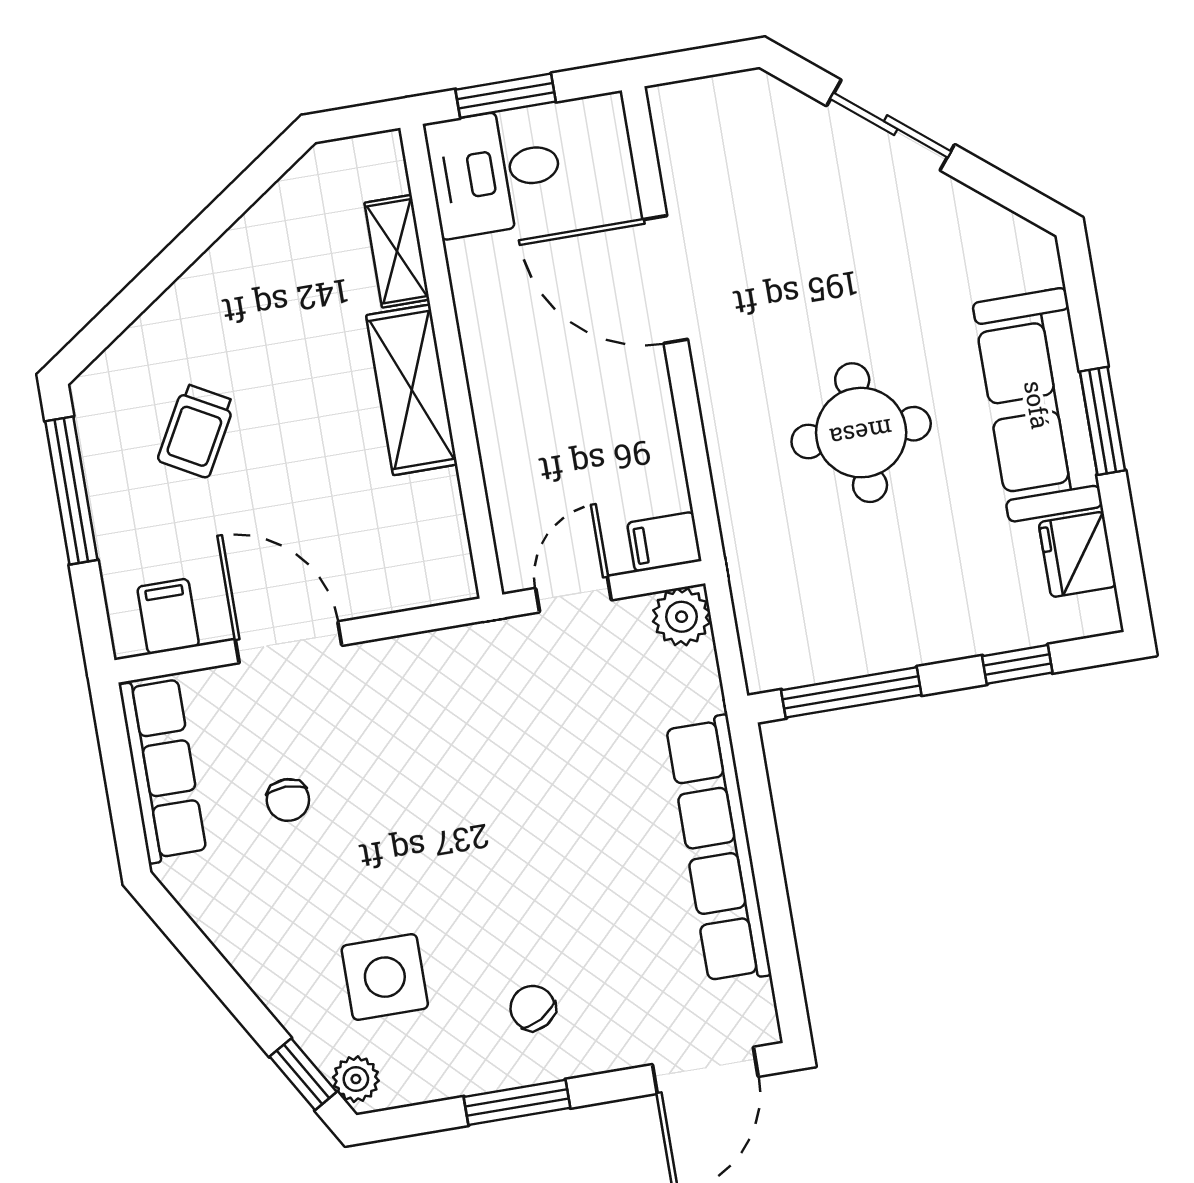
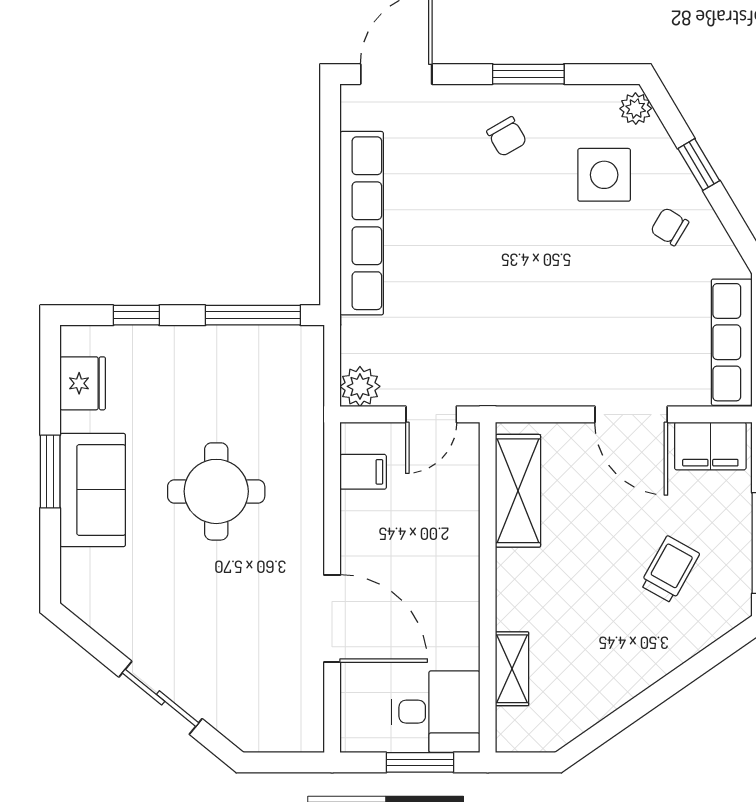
shelving: (412, 390) -> (518, 491), moved
sofa: (1037, 405) -> (93, 490), width x0.73
filing cabinet: (664, 542) -> (363, 472), moved
filing cabinet: (168, 616) -> (710, 446), width x2.00
chair: (288, 800) -> (670, 227), moved, turned -59
window: (303, 1074) -> (699, 165), moved

